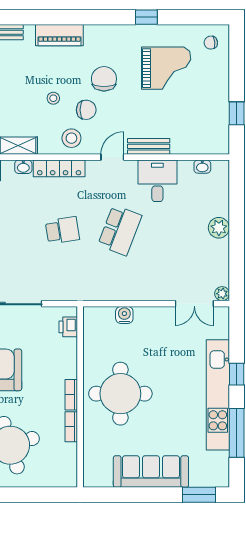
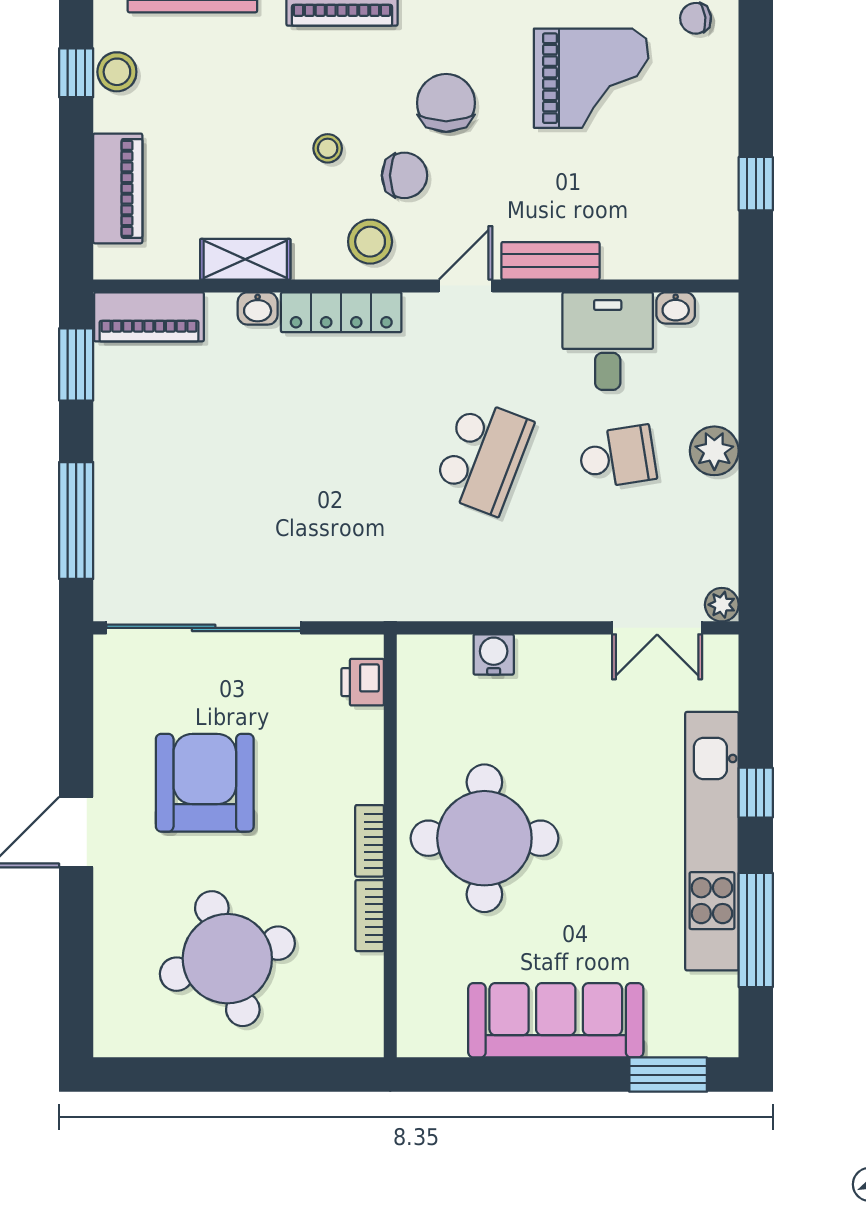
desk: (157, 181) -> (608, 341), moved
school desk: (62, 230) -> (617, 457), moved

